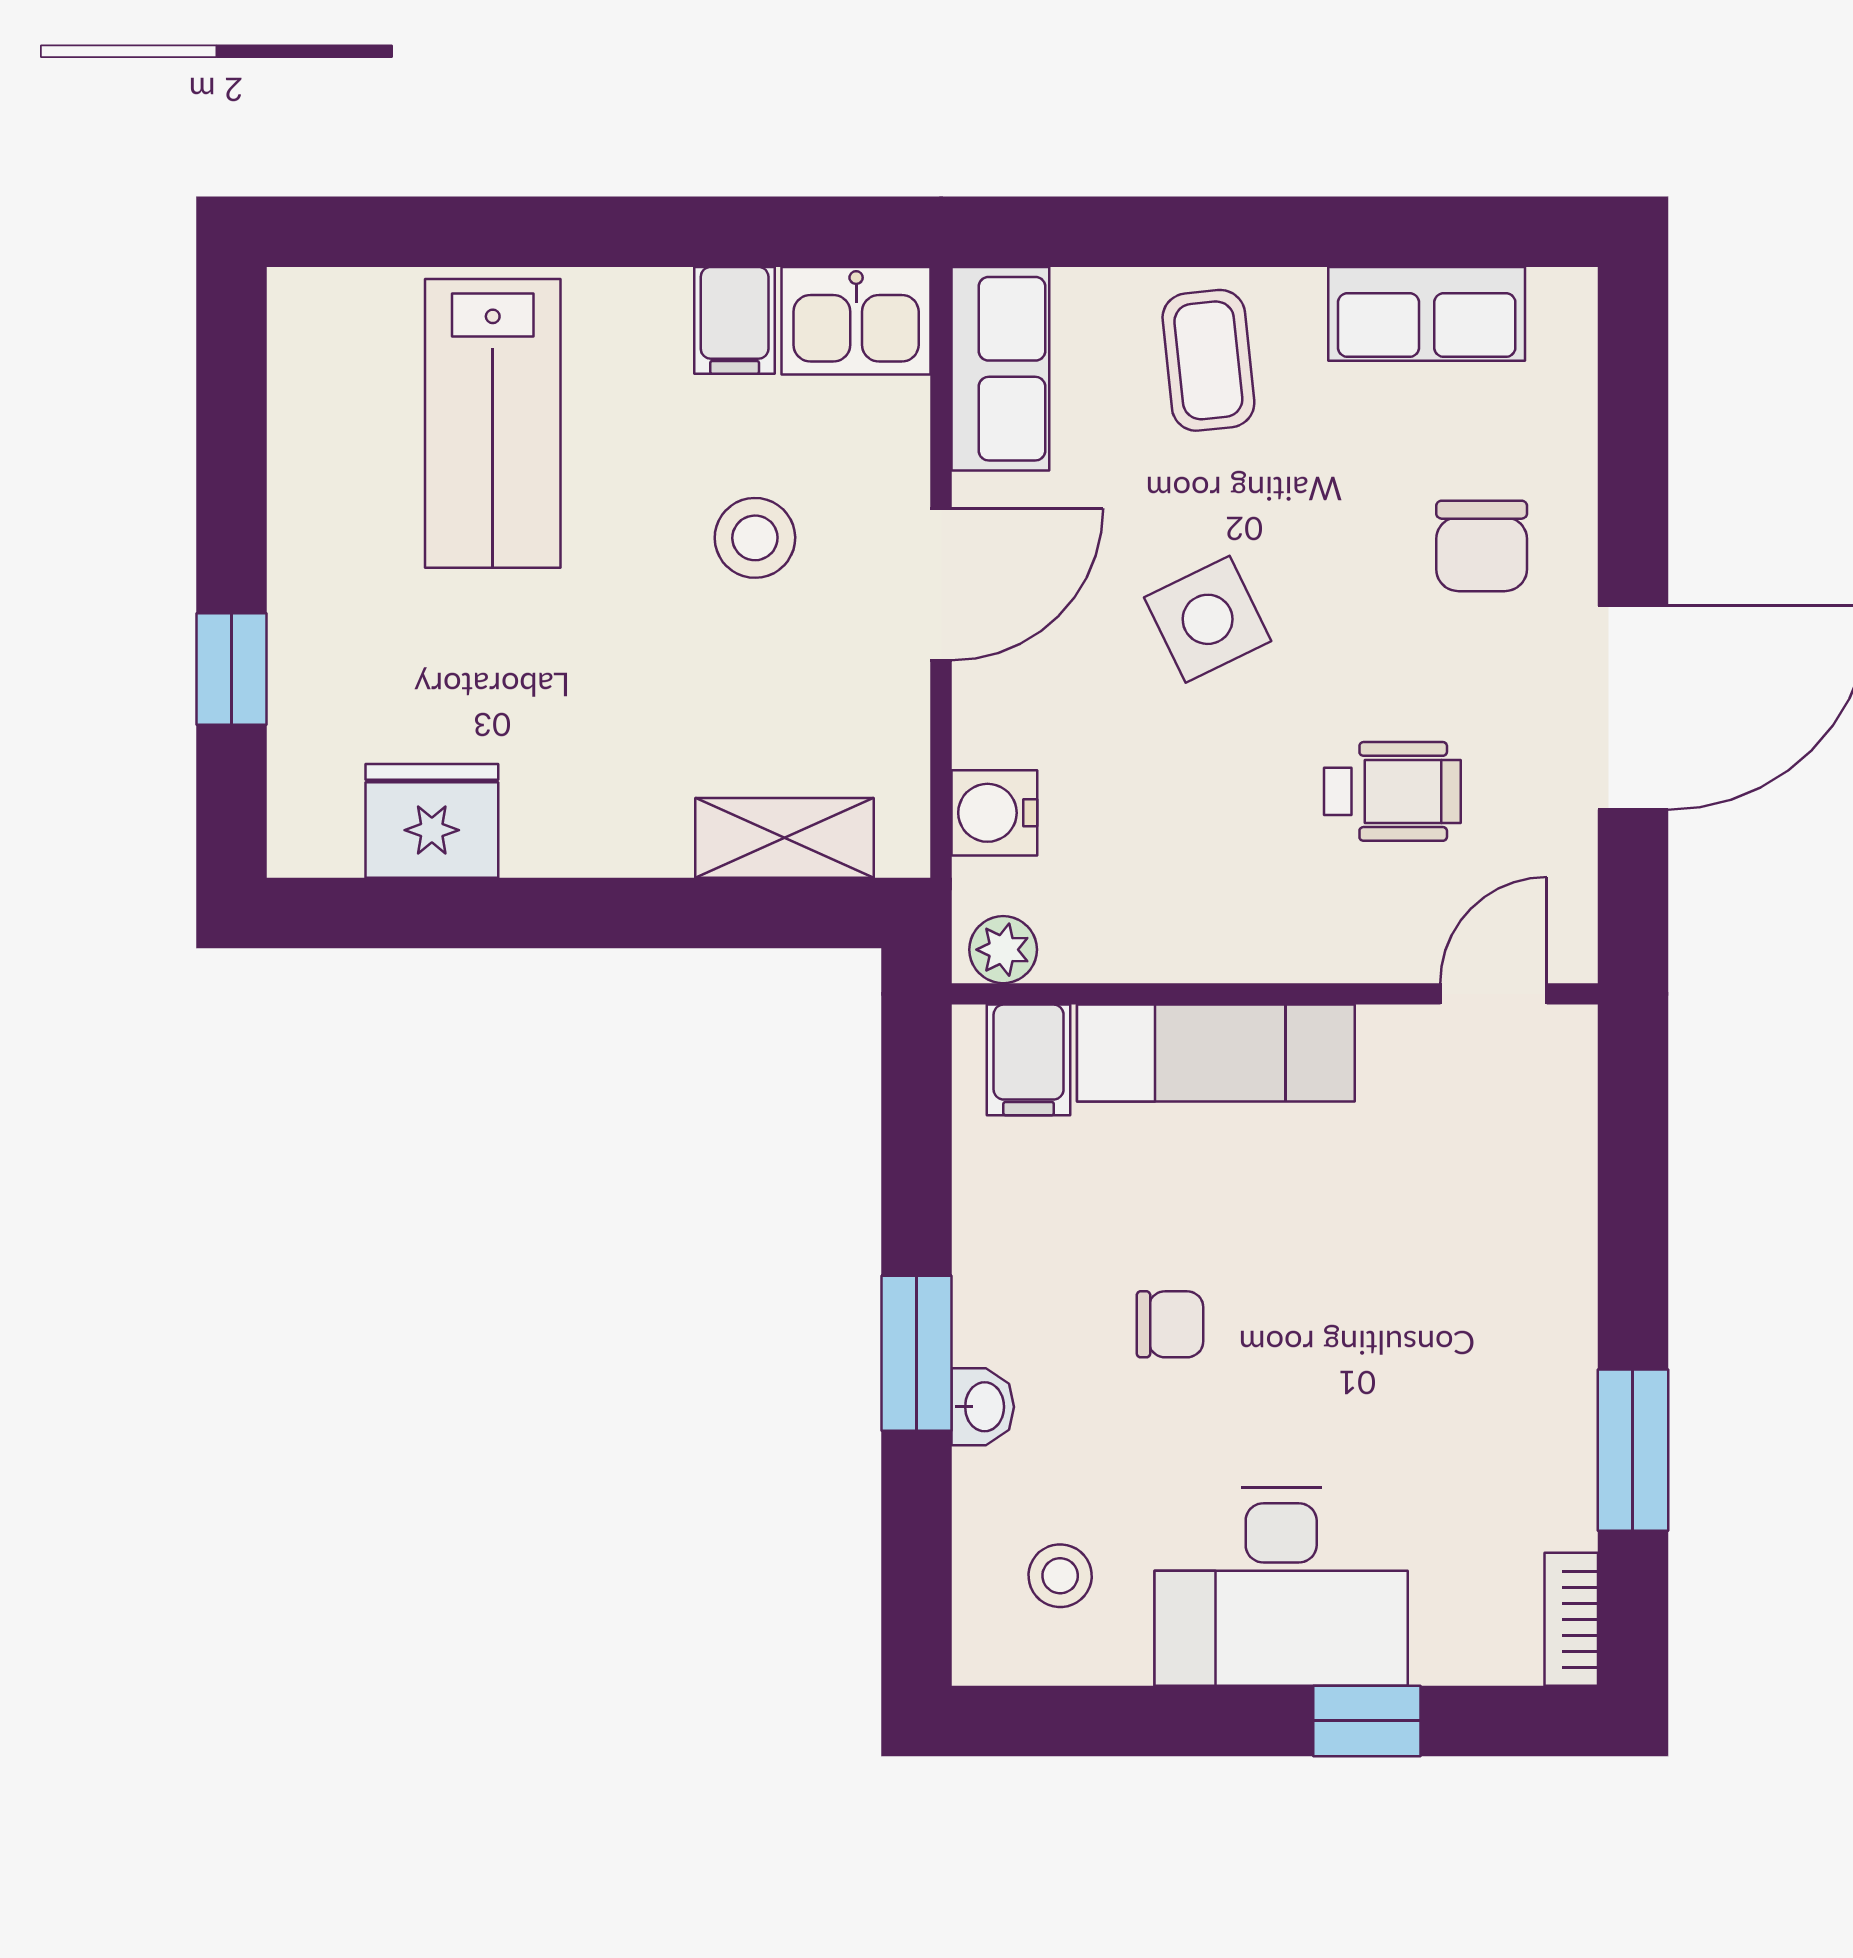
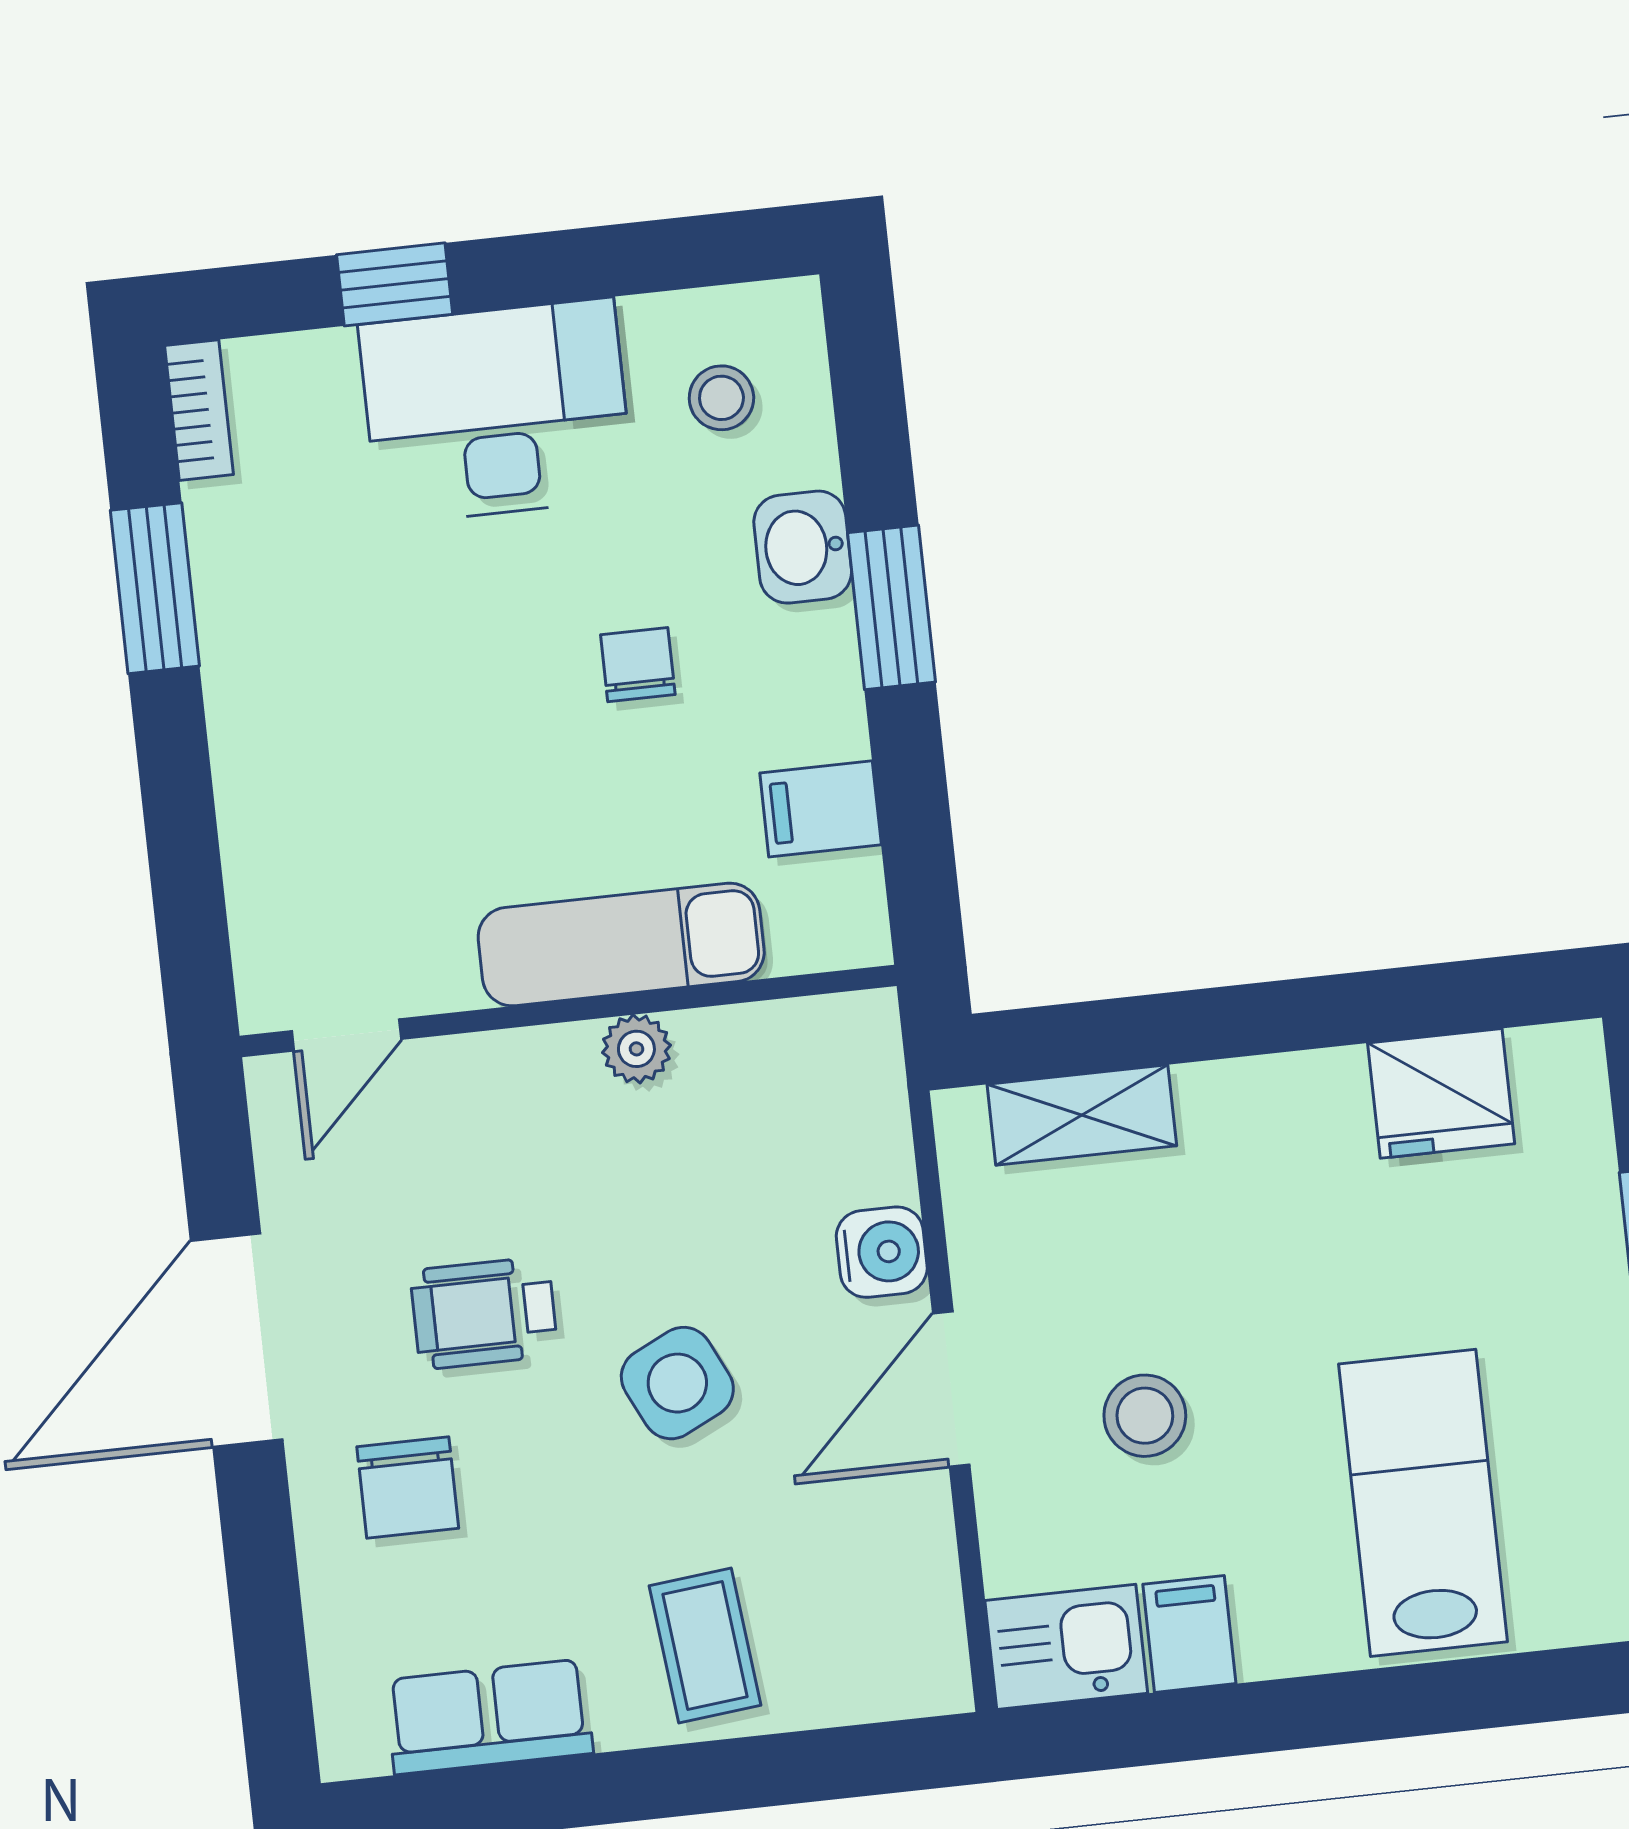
row of seats: (1000, 369) -> (915, 1614), removed
chair: (1482, 546) -> (408, 1487), turned 180
wheelchair: (1392, 791) -> (484, 1313), moved
water cooler: (994, 813) -> (882, 1252), moved
plant: (1003, 950) -> (636, 1049), moved
filing cabinet: (1029, 1060) -> (821, 809), moved, turned -90
chair: (1170, 1324) -> (638, 665), turned 90
washbasin: (983, 1407) -> (803, 547), width x1.38, depth x1.45

